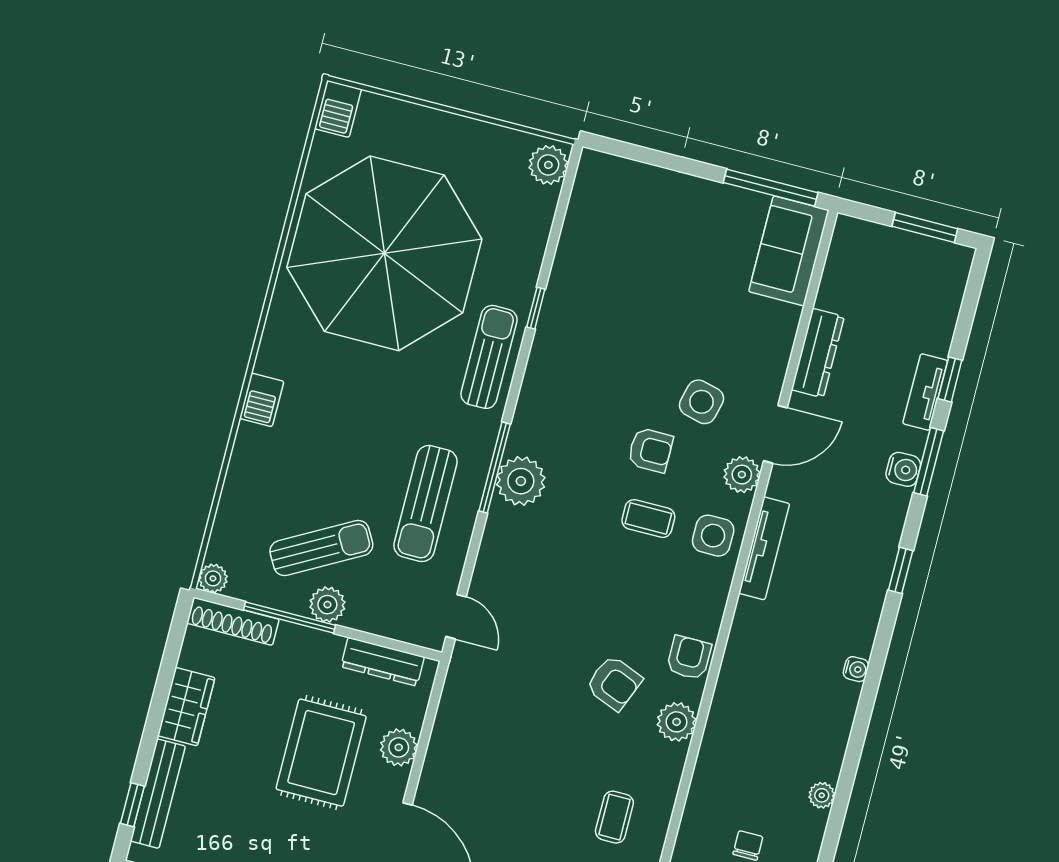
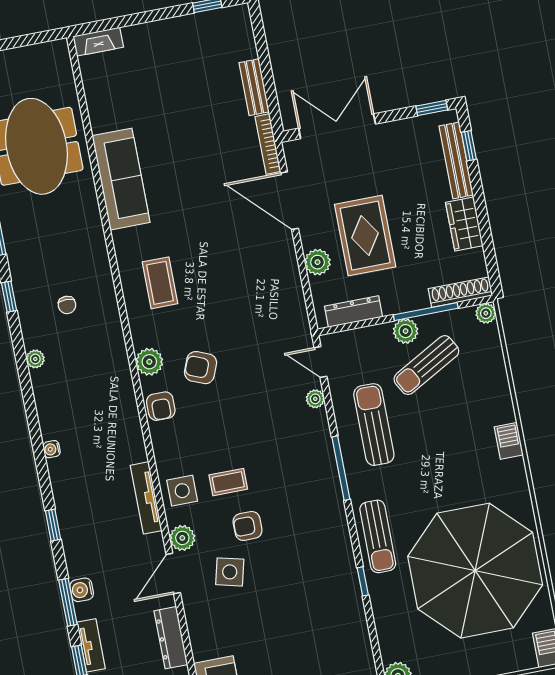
plant: (521, 481) -> (315, 399), moved, width x0.53, depth x0.53
coffee table: (614, 817) -> (160, 283), width x1.36, depth x1.30

